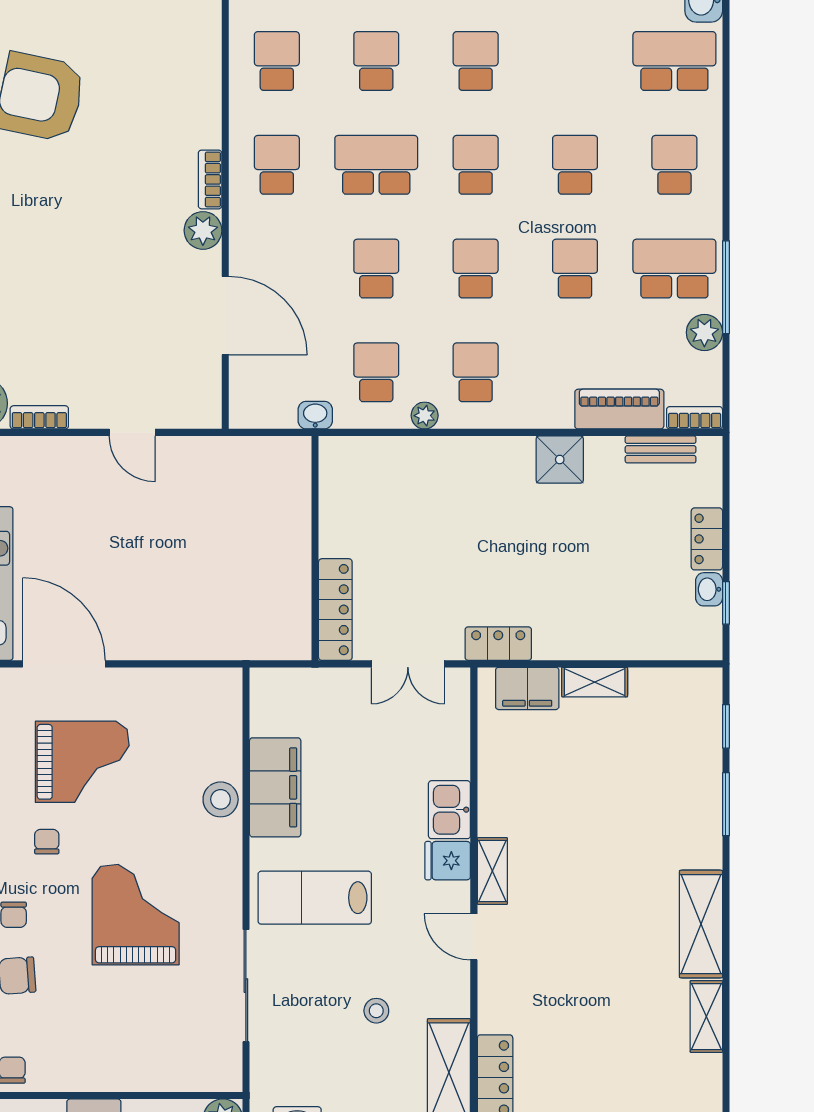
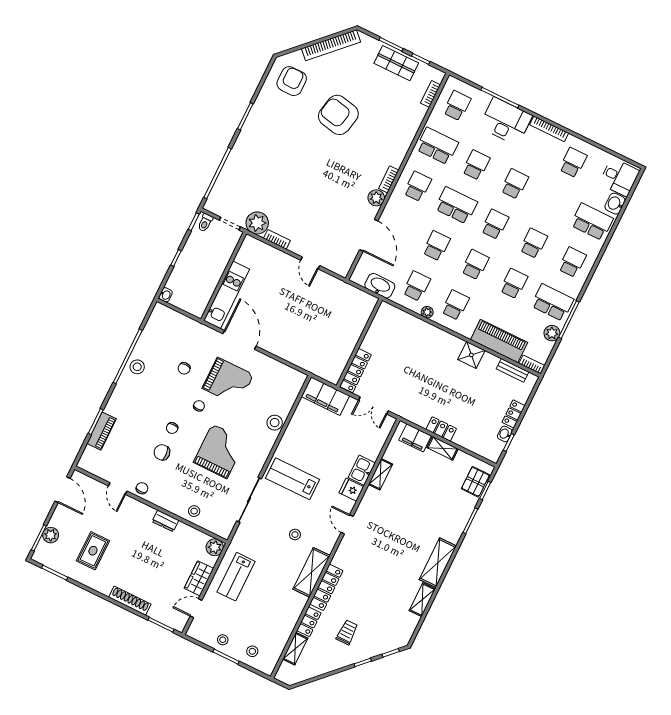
school desk: (277, 61) -> (437, 146), width x1.85
piano: (619, 409) -> (499, 341), width x1.37, depth x1.33
washbasin: (315, 415) -> (380, 286), width x1.91, depth x1.45
locker: (498, 644) -> (441, 429), moved
pallet: (697, 718) -> (475, 482), added
filing cabinet: (275, 787) -> (325, 396), moved, turned 90
shelving: (492, 871) -> (380, 474), moved
stool: (144, 1065) -> (194, 511), added

